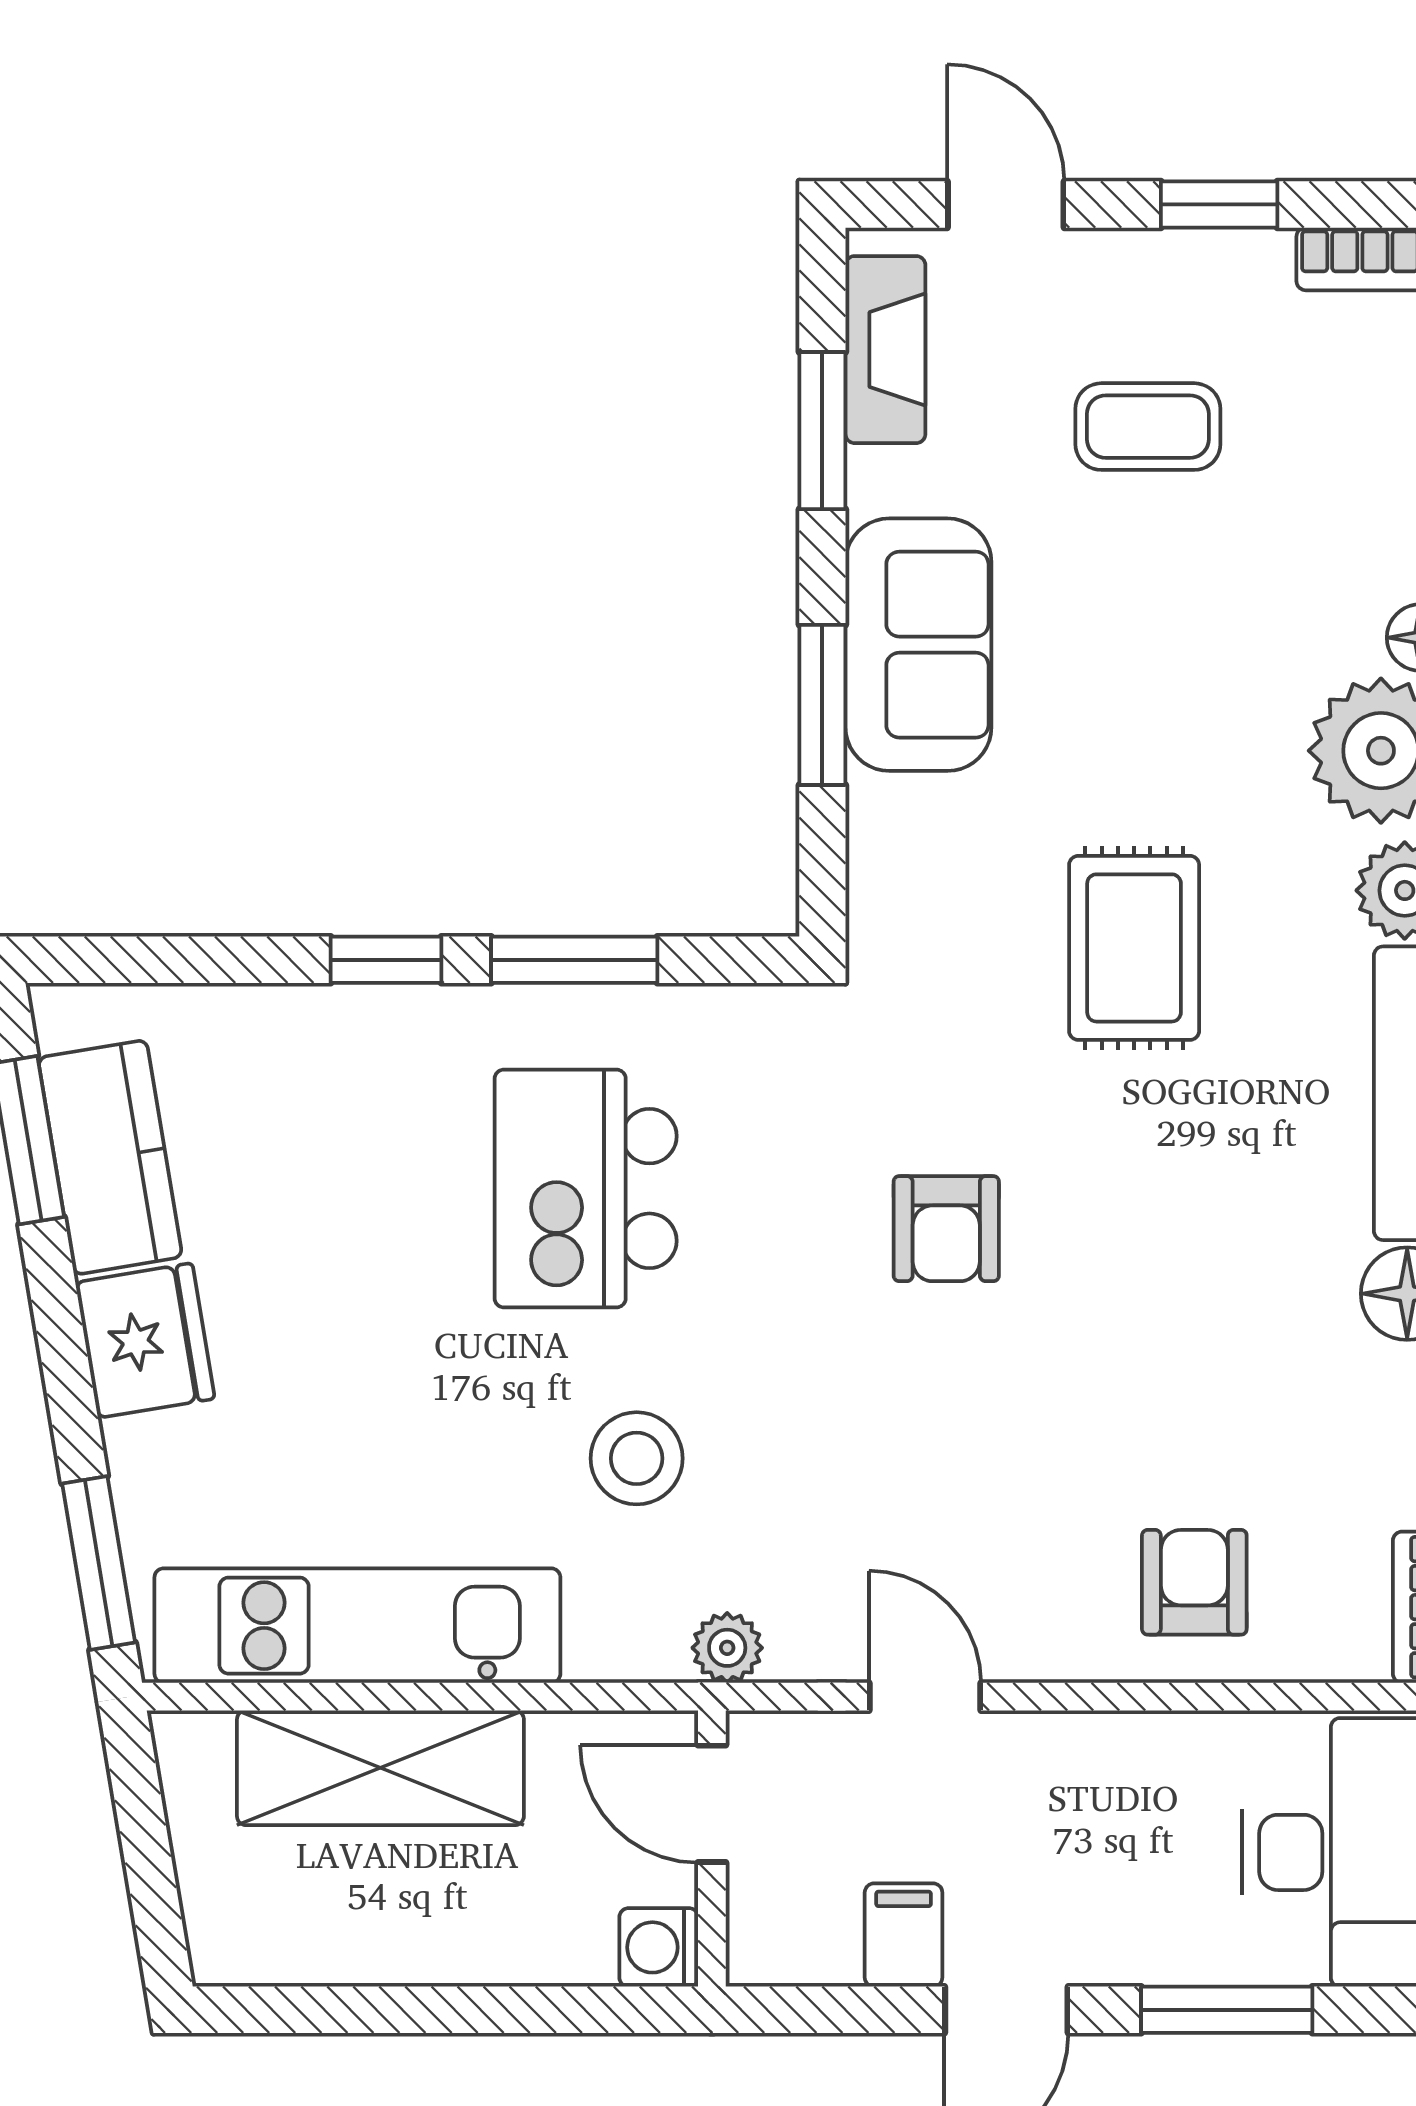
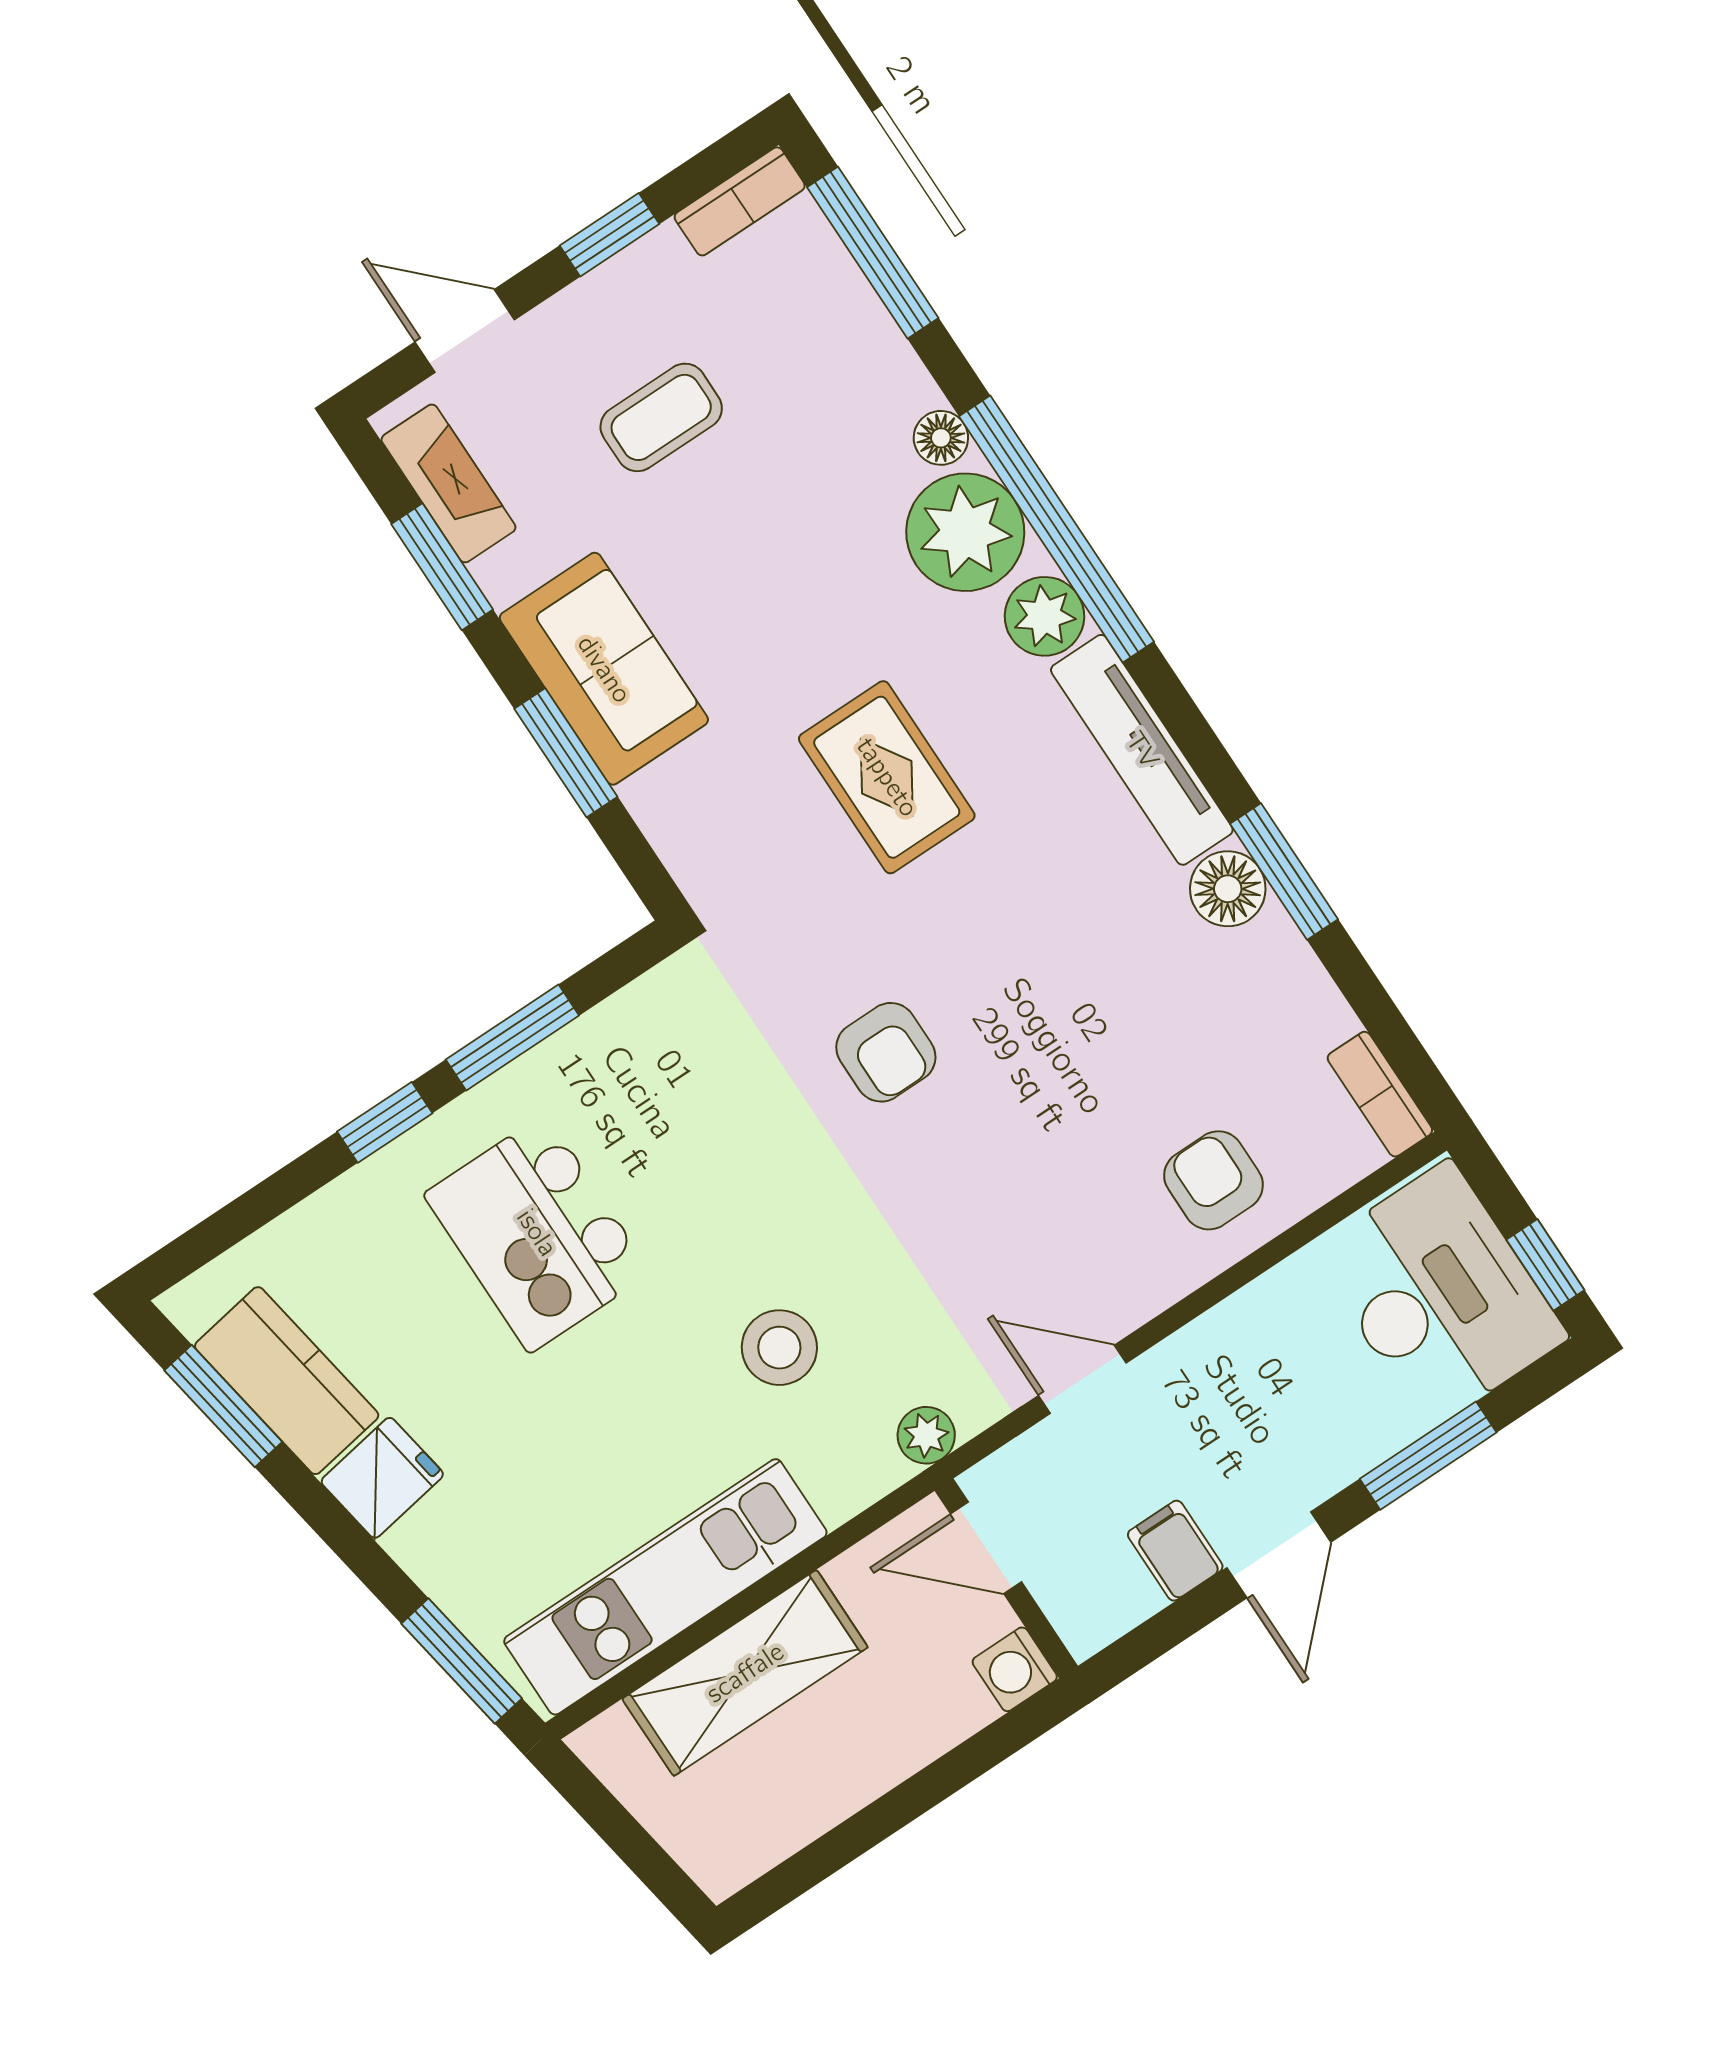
kitchen island: (586, 1188) -> (537, 1233), moved
fridge: (145, 1341) -> (382, 1478), width x0.72

